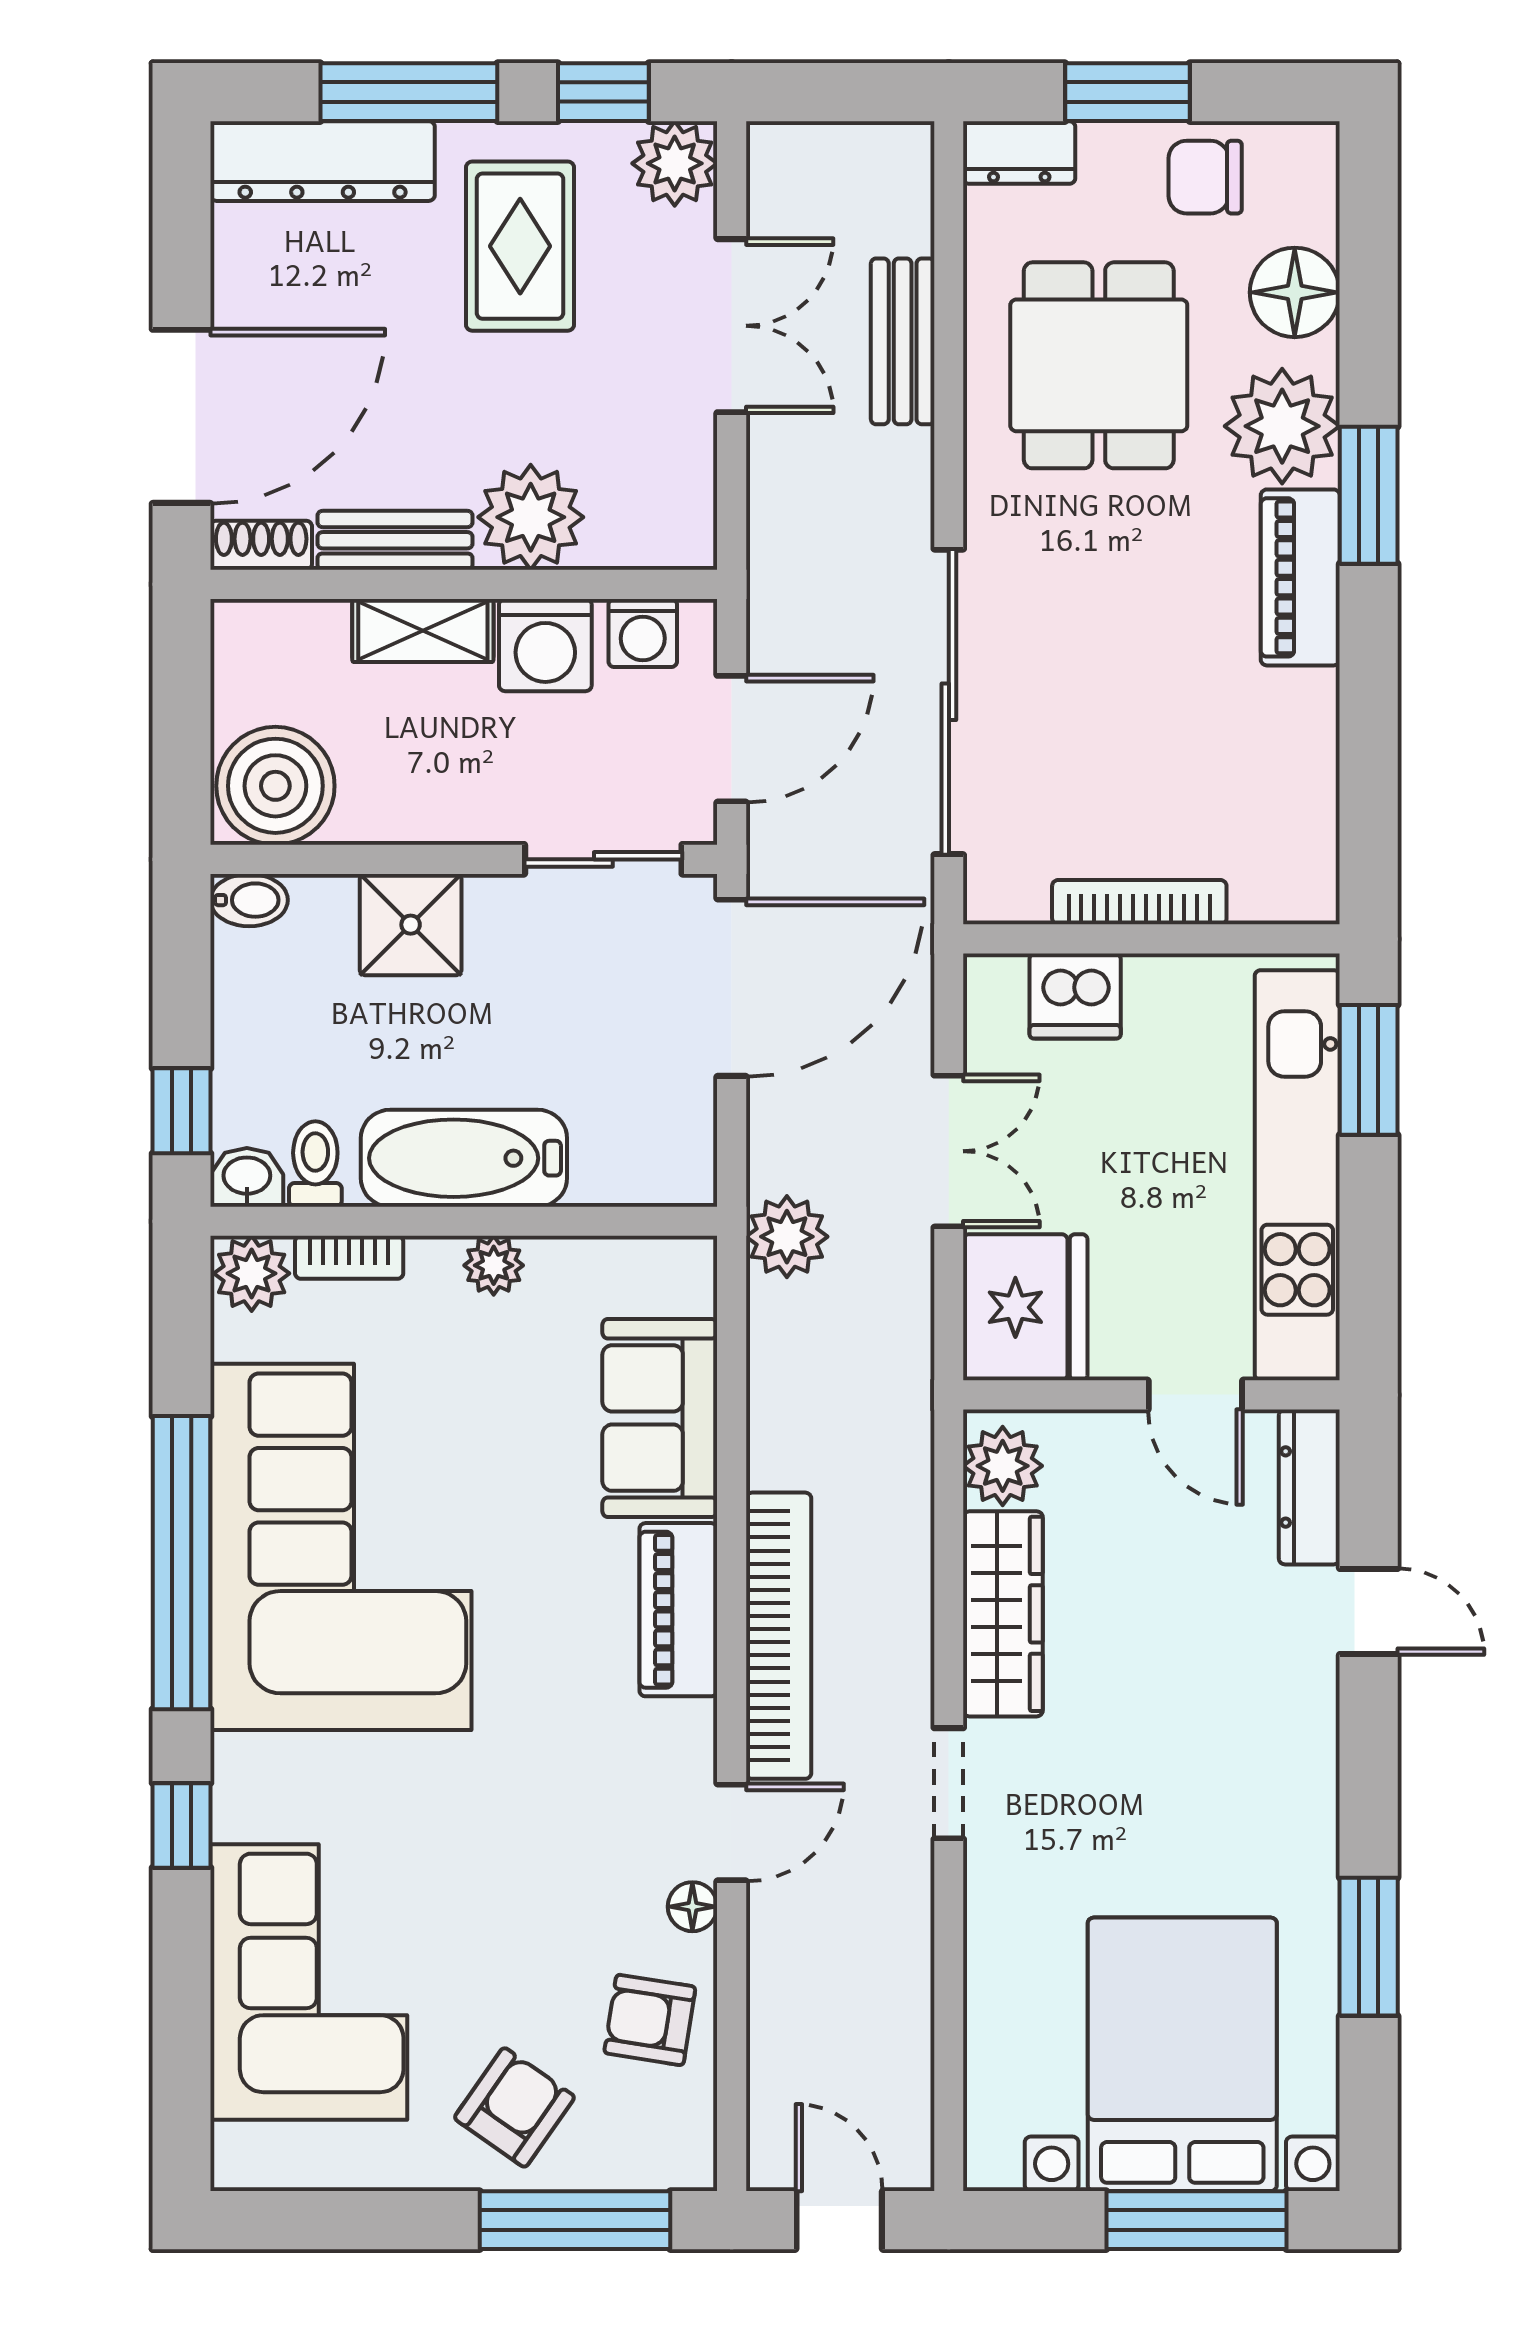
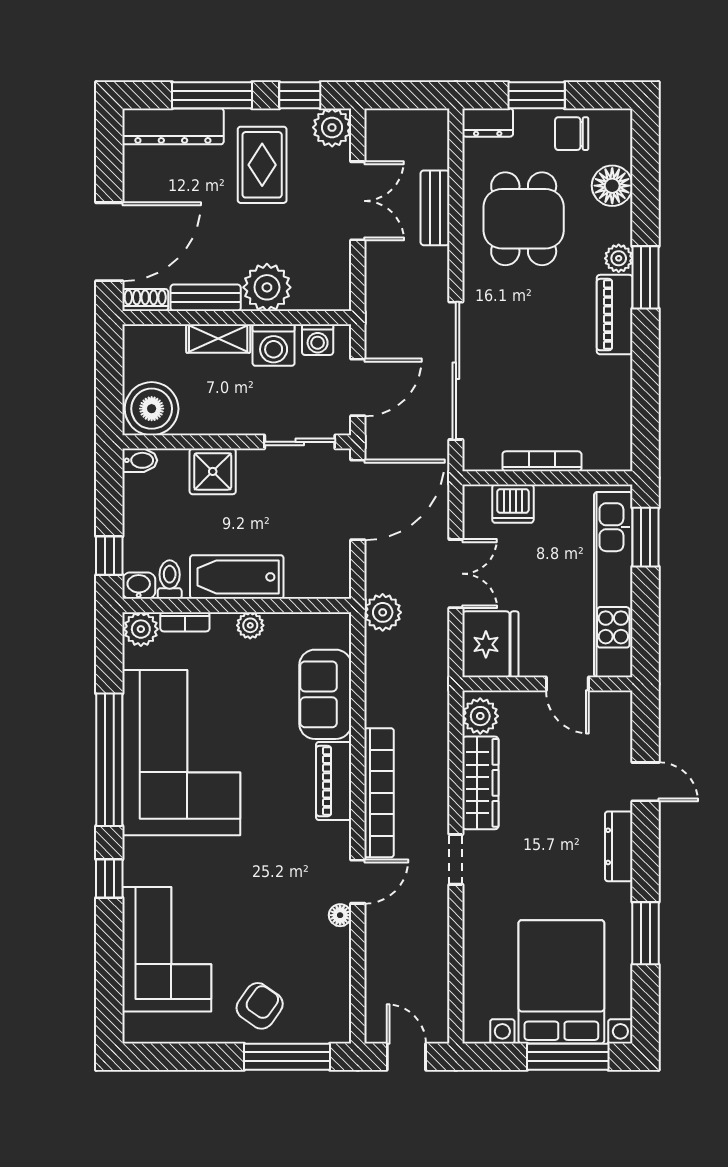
plant: (1282, 426) -> (619, 258), width x0.53, depth x0.53
dresser: (1309, 1487) -> (619, 846), moved
armchair: (650, 2020) -> (321, 966), removed

